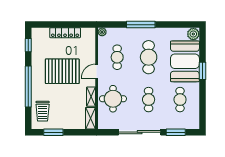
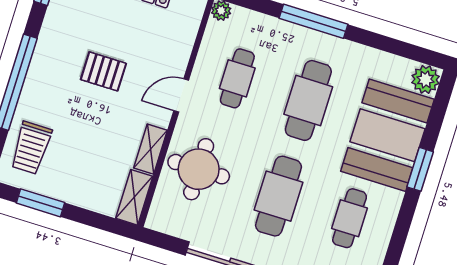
pallet: (62, 71) -> (103, 71), width x0.49, depth x0.50
cafe table: (149, 100) -> (279, 196), width x1.37, depth x1.35

